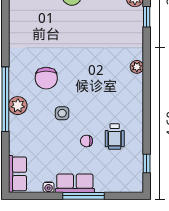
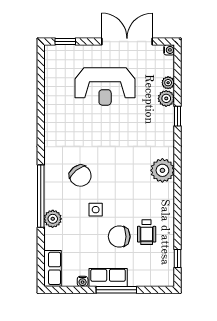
plant: (137, 67) -> (162, 170), width x1.88, depth x1.88
chair: (46, 78) -> (80, 176), turned -38
plant: (18, 106) -> (53, 219), moved
chair: (86, 141) -> (119, 237), width x1.87, depth x1.87

